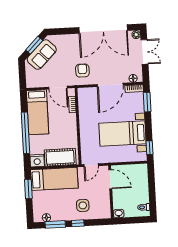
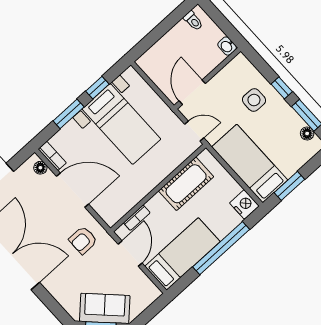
window: (147, 102) -> (69, 114), moved
window: (150, 148) -> (97, 88), moved
cot: (60, 157) -> (186, 184), moved, turned 90

